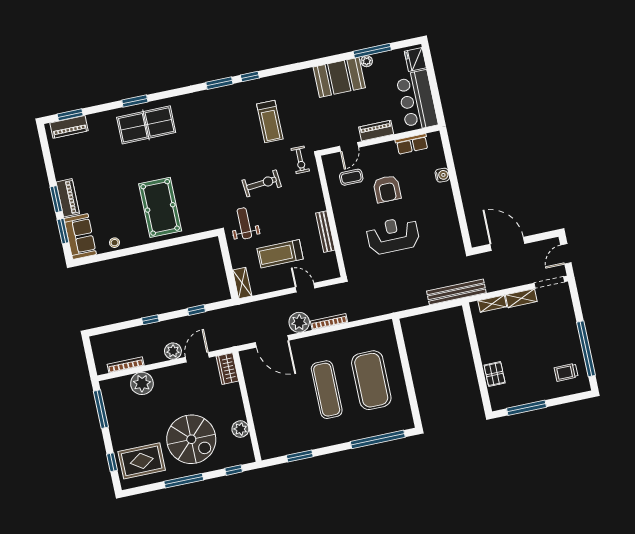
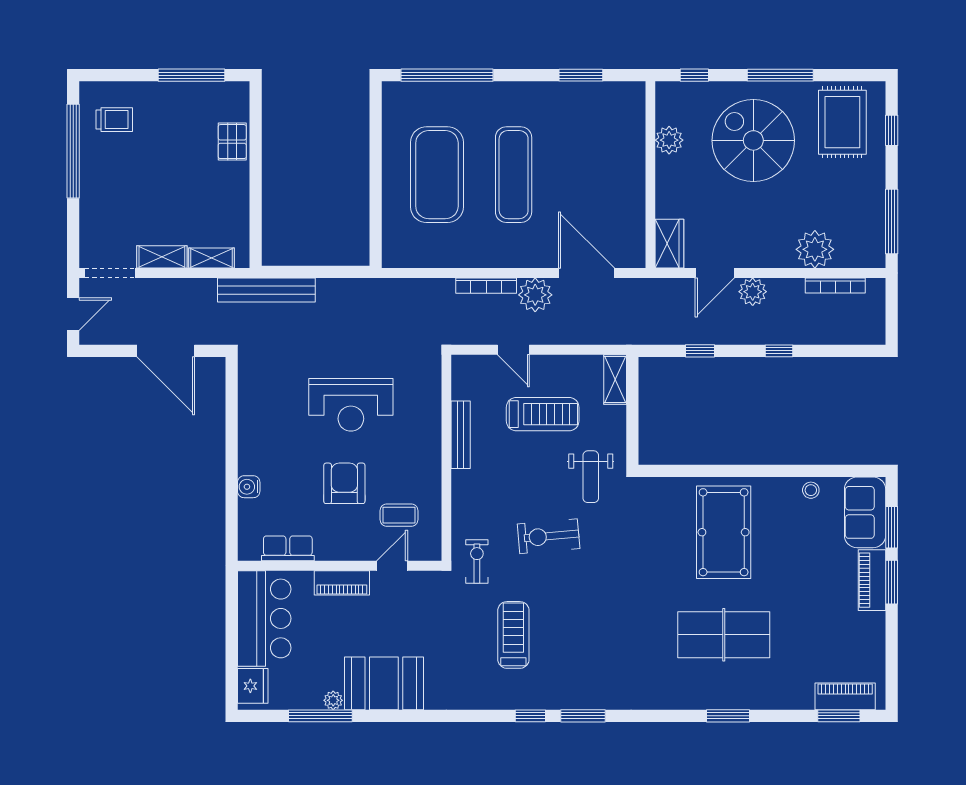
table tennis table: (146, 125) -> (724, 635), moved
rug: (142, 461) -> (842, 122), turned 90

